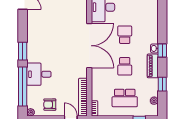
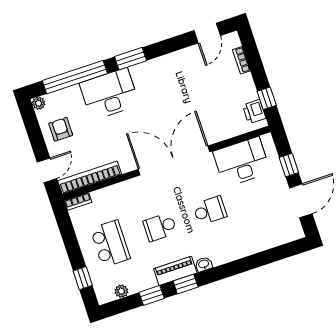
double door: (89, 46) -> (174, 161), swing flipped
window: (162, 50) -> (186, 284), moved
desk: (39, 74) -> (109, 94), width x1.37
school desk: (125, 98) -> (110, 244), turned 180

